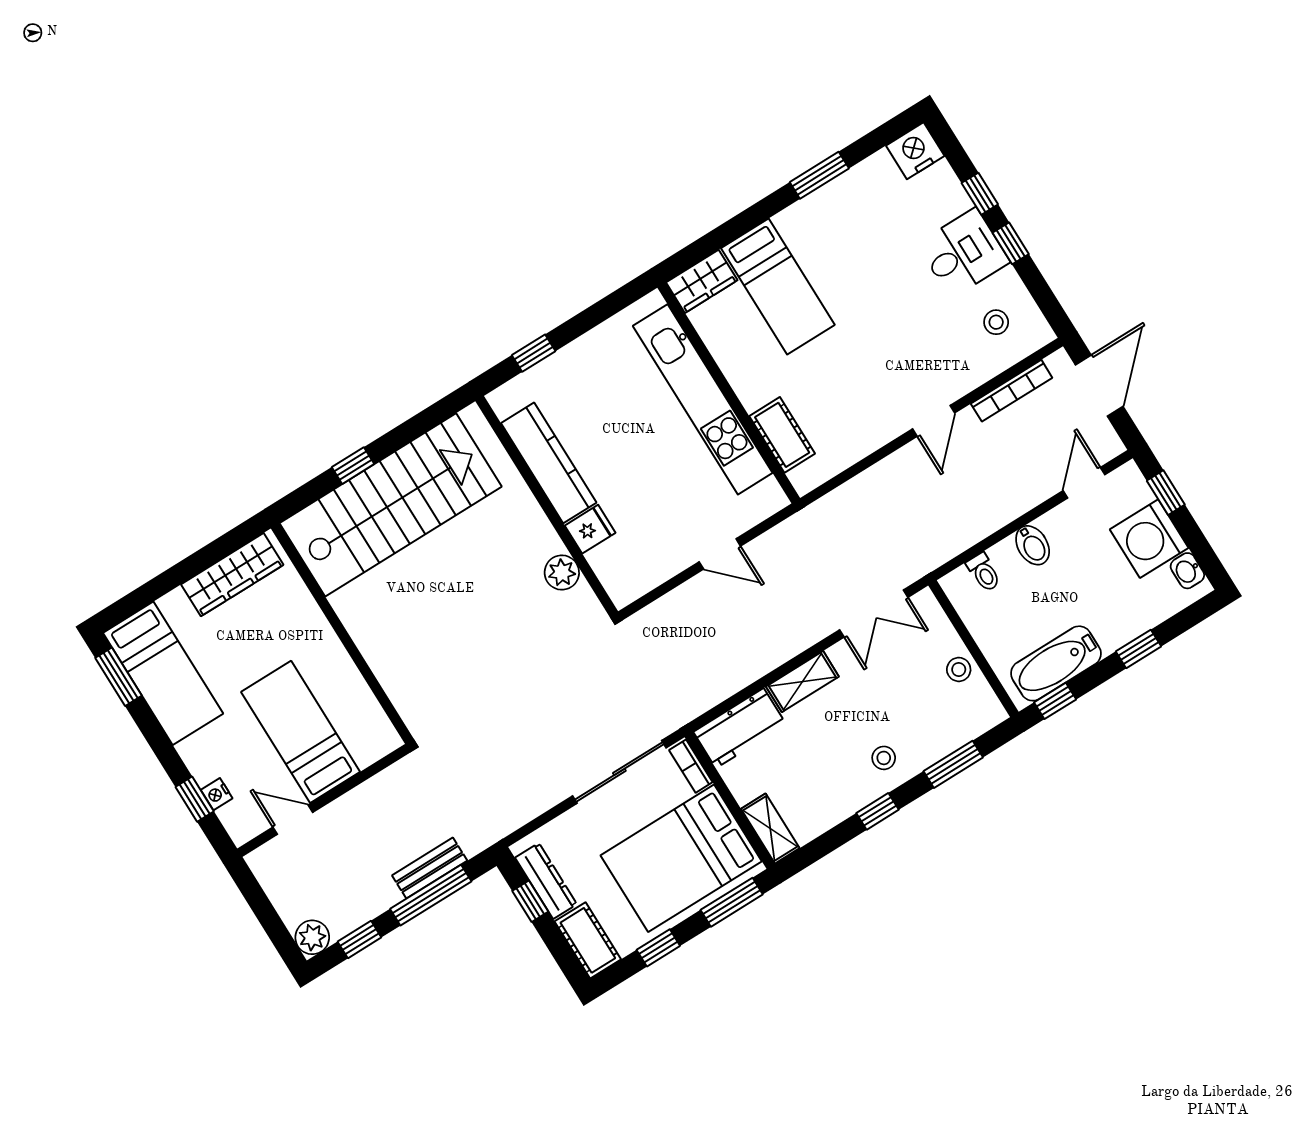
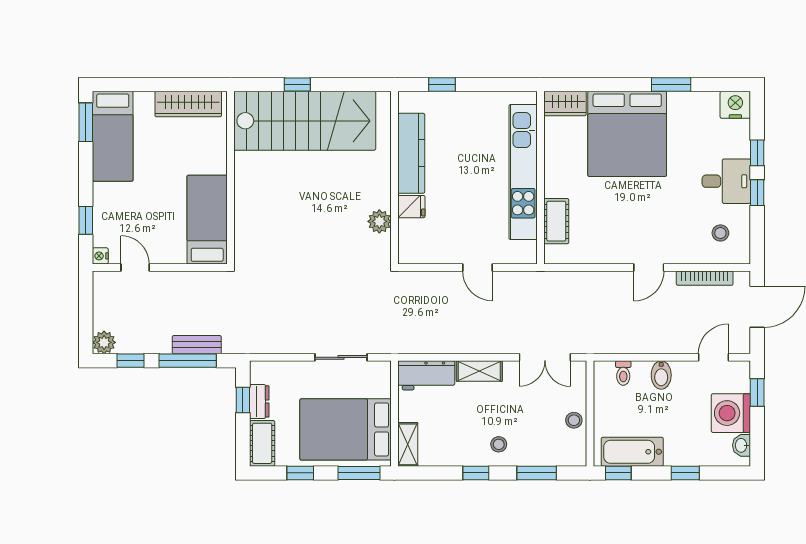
bed: (778, 287) -> (627, 134), width x2.04
bed: (301, 732) -> (207, 220), moved
bookcase: (691, 766) -> (384, 380), removed
sliding door: (619, 772) -> (341, 357), width x0.73
nightstand: (217, 794) -> (100, 256), moved
dresser: (546, 881) -> (259, 401), width x0.70

